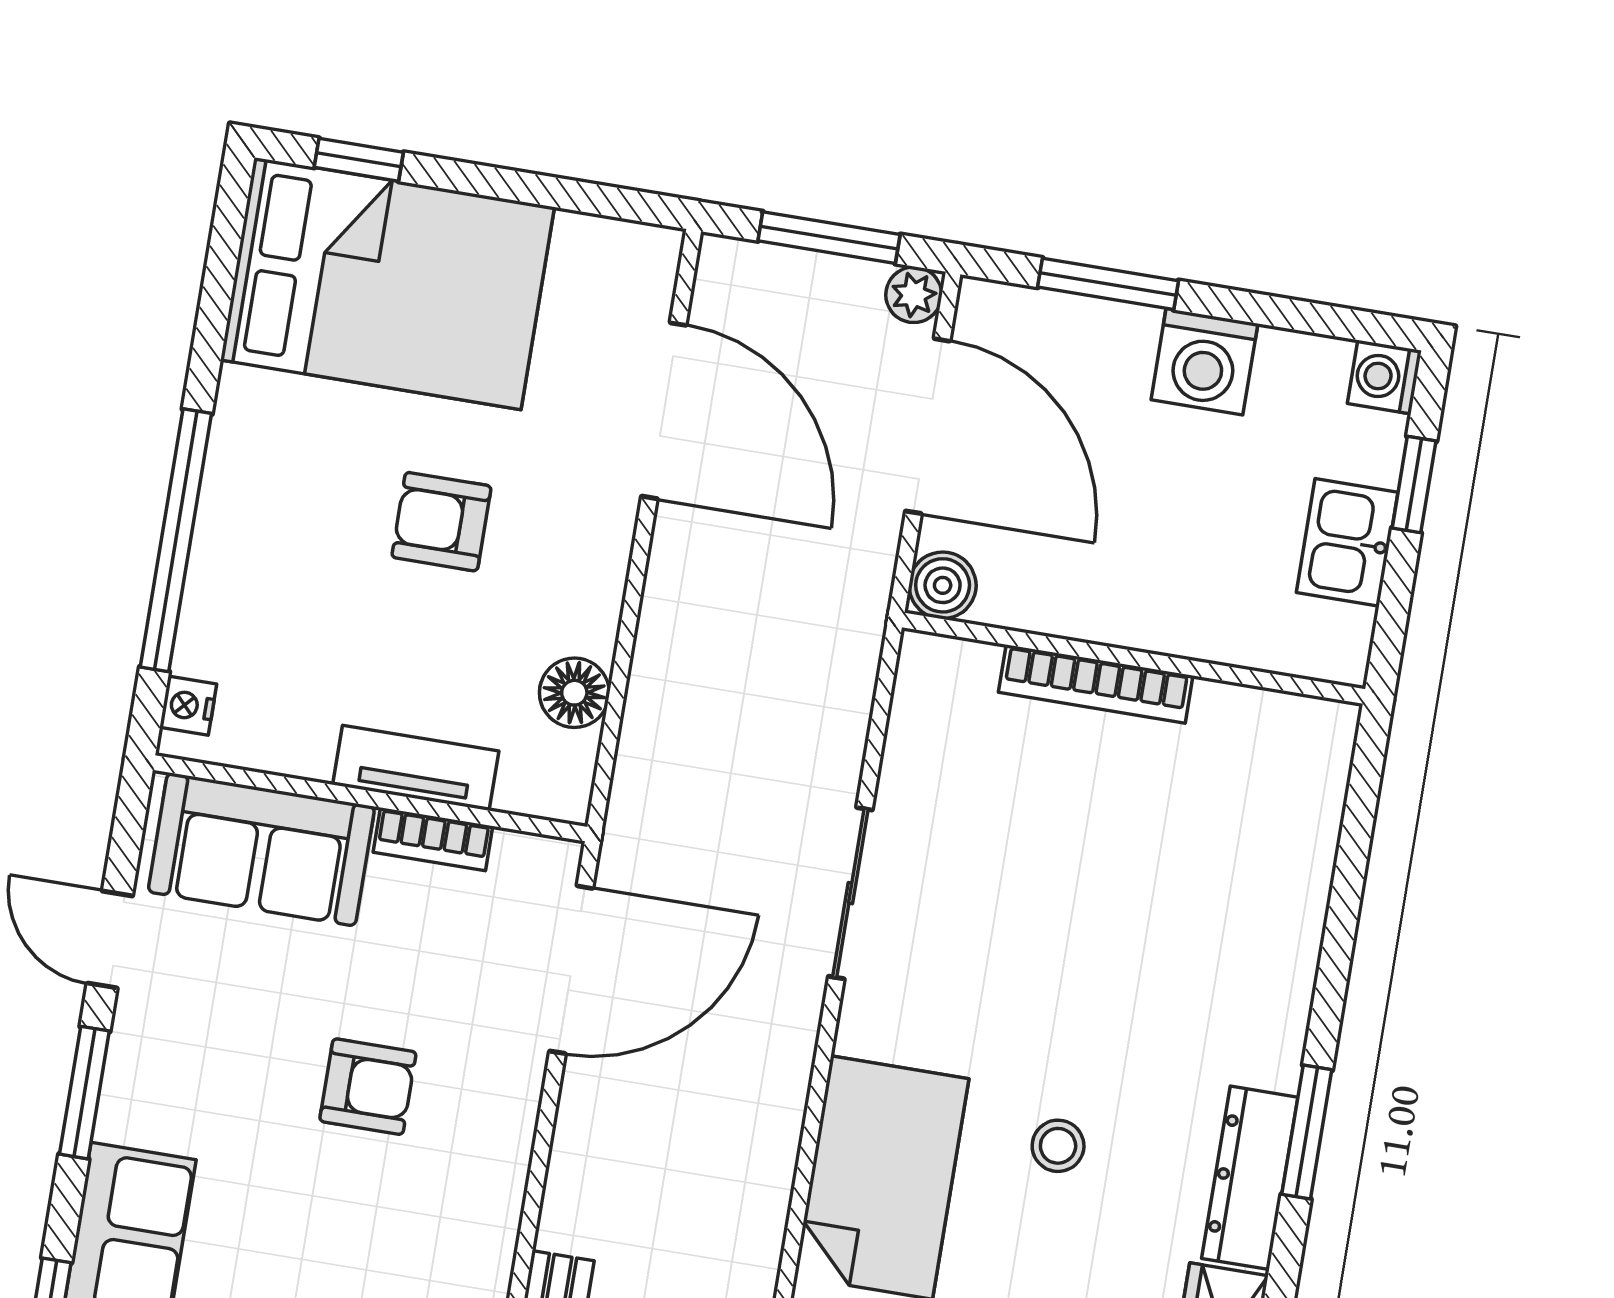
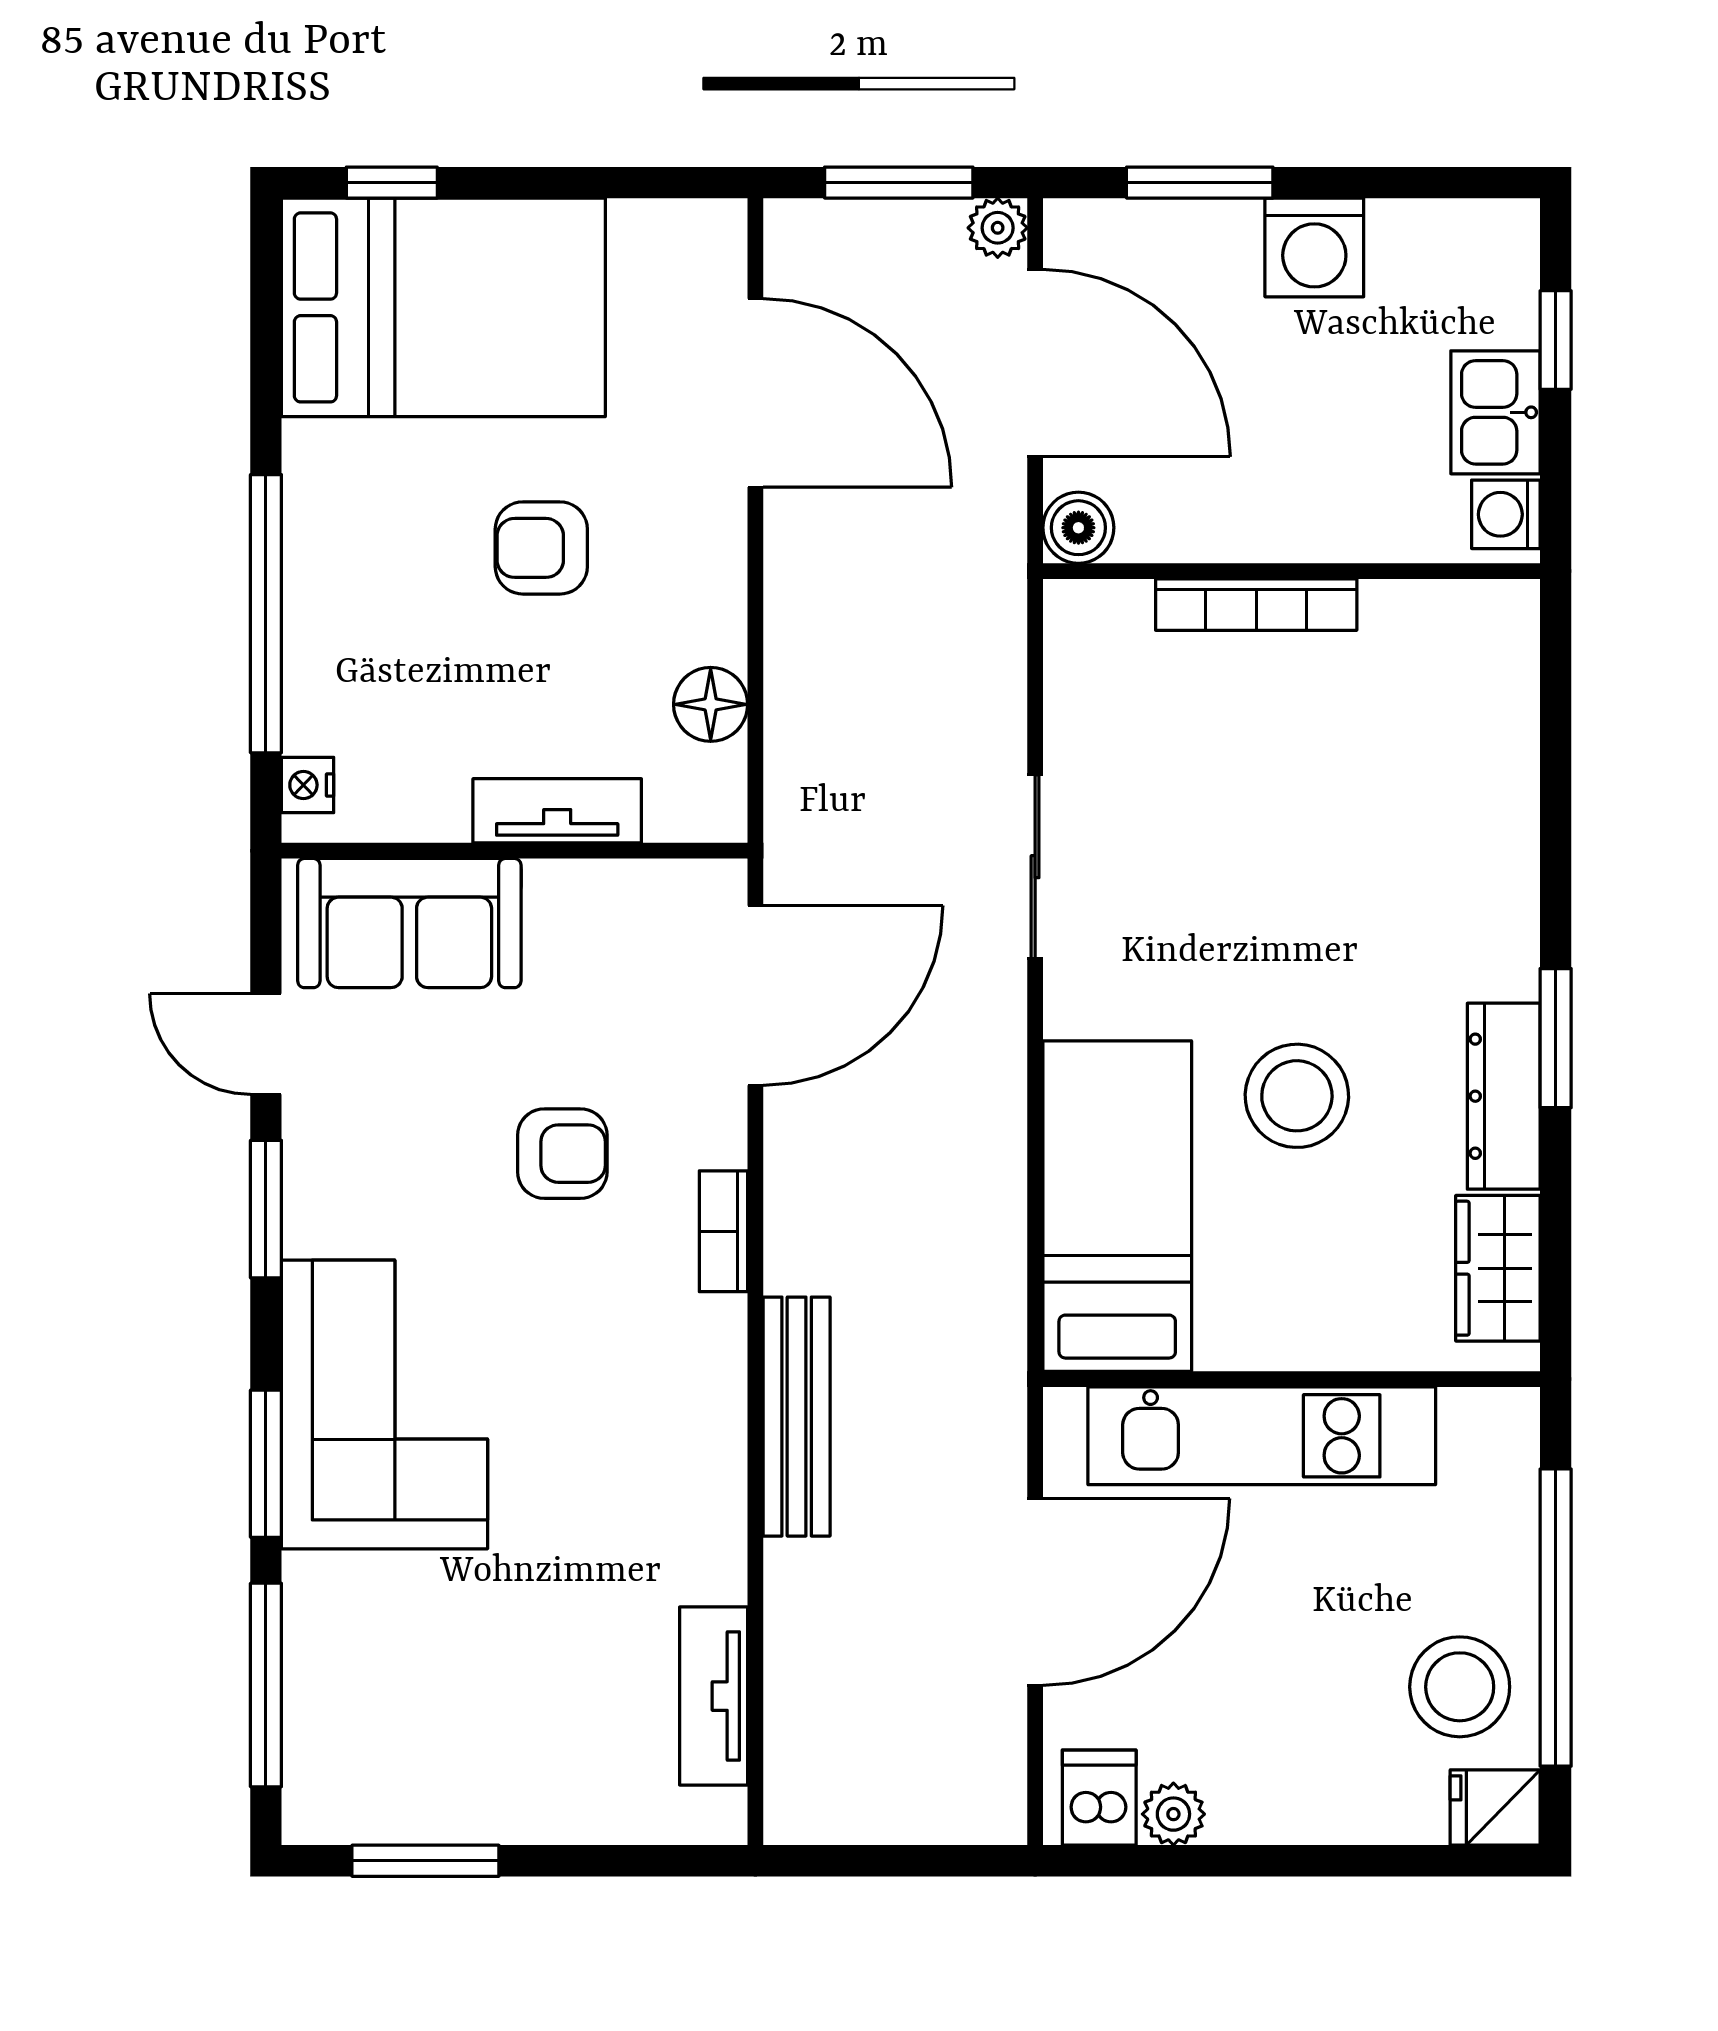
washing machine: (1384, 377) -> (1506, 514), moved
bookcase: (433, 839) -> (723, 1231), moved, turned 90
stool: (1058, 1146) -> (1297, 1096), width x1.89, depth x1.89

